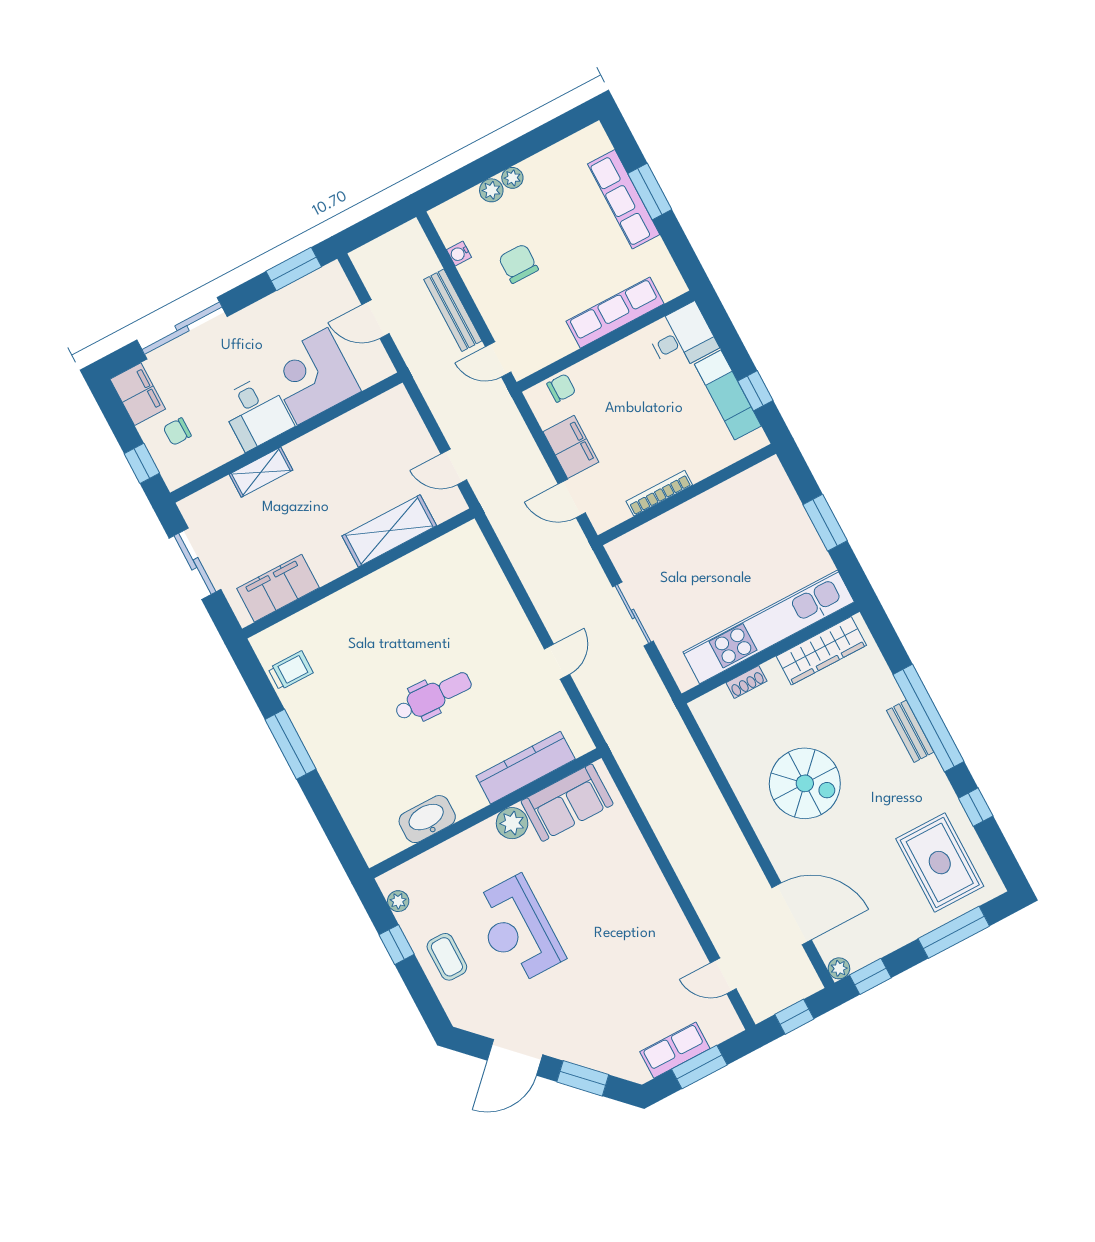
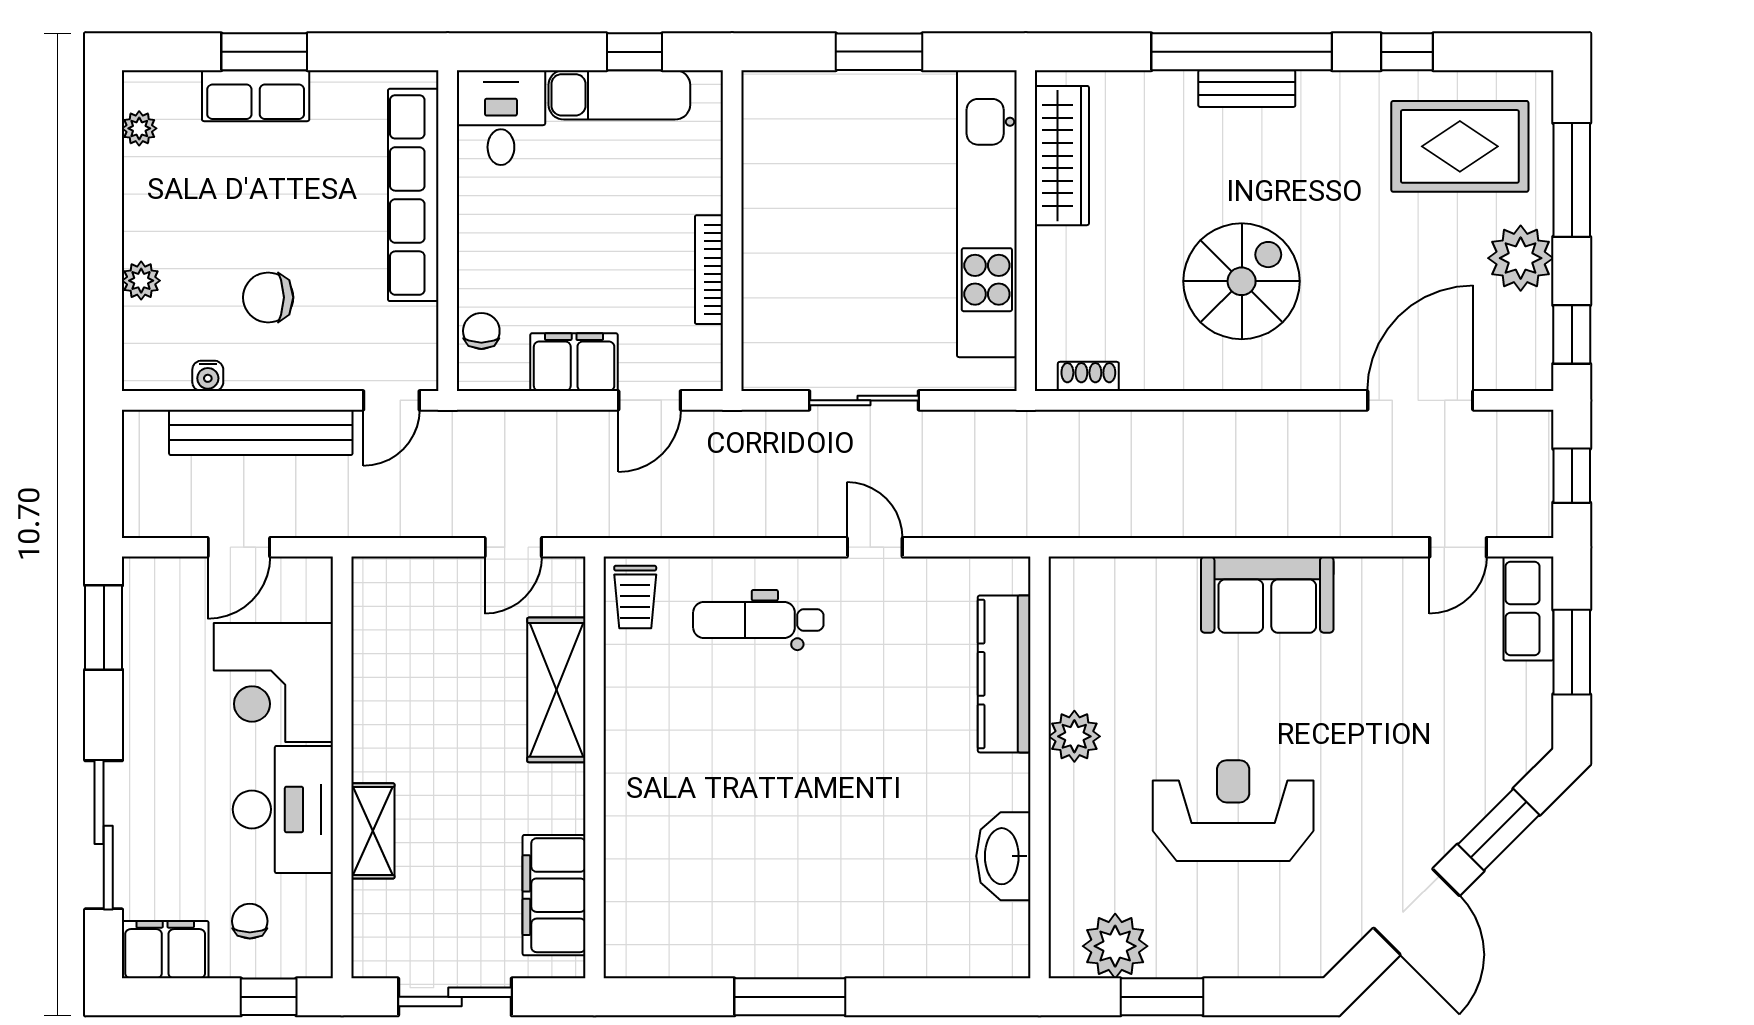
plant: (512, 178) -> (139, 128), moved
row of seats: (624, 199) -> (256, 96), width x0.68
bench: (453, 310) -> (261, 432), width x1.37, depth x1.21
row of seats: (615, 313) -> (413, 195), width x1.36
desk: (256, 413) -> (283, 809), width x1.37
chair: (177, 432) -> (250, 921), turned 180
trolley: (291, 671) -> (635, 597), moved, turned 180
shoe rack: (746, 682) -> (1088, 376), moved, turned -90
dental chair: (433, 696) -> (758, 620), moved, turned -92
sofa: (567, 803) -> (1267, 595), moved, turned 90
plant: (398, 901) -> (1115, 946), width x1.87, depth x1.87
reception desk: (517, 930) -> (1233, 811), turned 180
window: (397, 945) -> (1162, 997), width x1.50
coffee table: (447, 957) -> (1218, 933), removed
plant: (839, 968) -> (1521, 258), moved, width x1.88, depth x1.88
row of seats: (675, 1050) -> (1528, 608), moved

